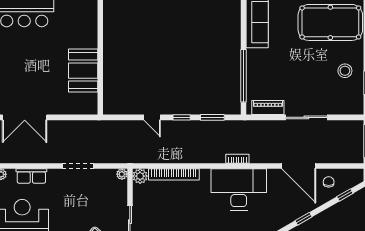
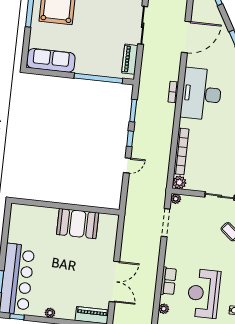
doorway: (78, 166) -> (166, 223), moved
chair: (329, 182) -> (204, 11), removed

